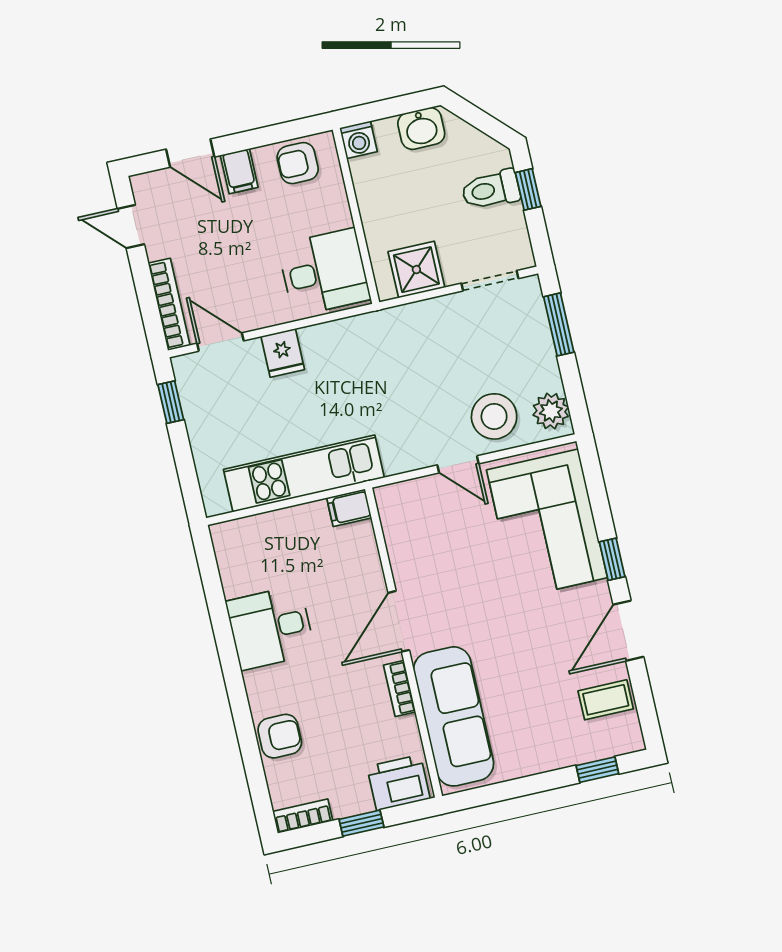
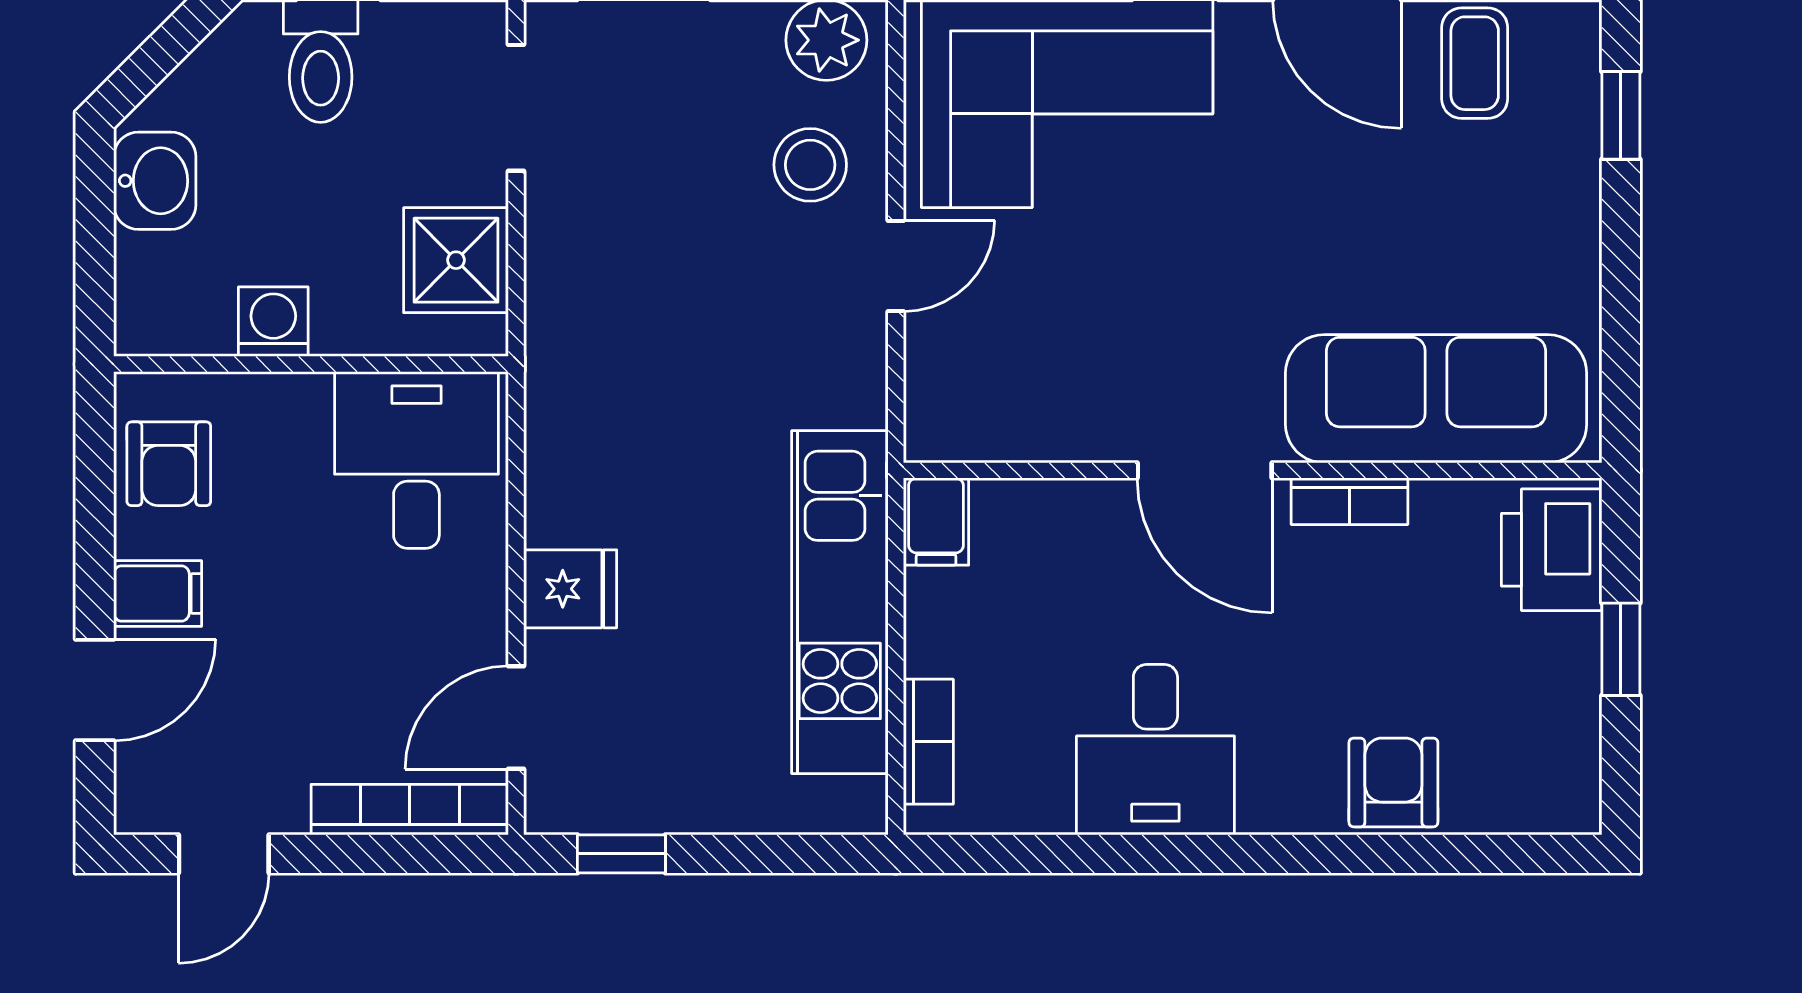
washing machine: (358, 140) -> (273, 322), moved, turned -90
stool: (494, 416) -> (810, 165), width x0.73, depth x0.73
bookcase: (303, 816) -> (928, 742), moved, turned 180

